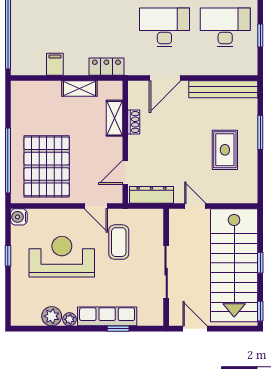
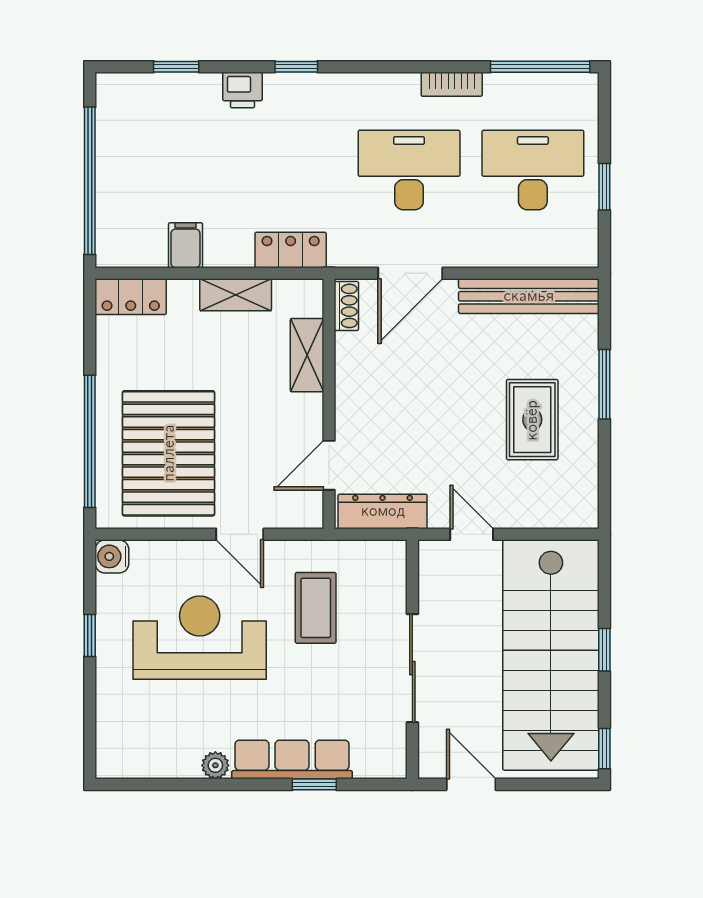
locker: (28, 90) -> (131, 297), added
shoe rack: (134, 122) -> (346, 306), moved
door: (96, 206) -> (240, 534), moved
plant: (52, 316) -> (179, 759), removed

